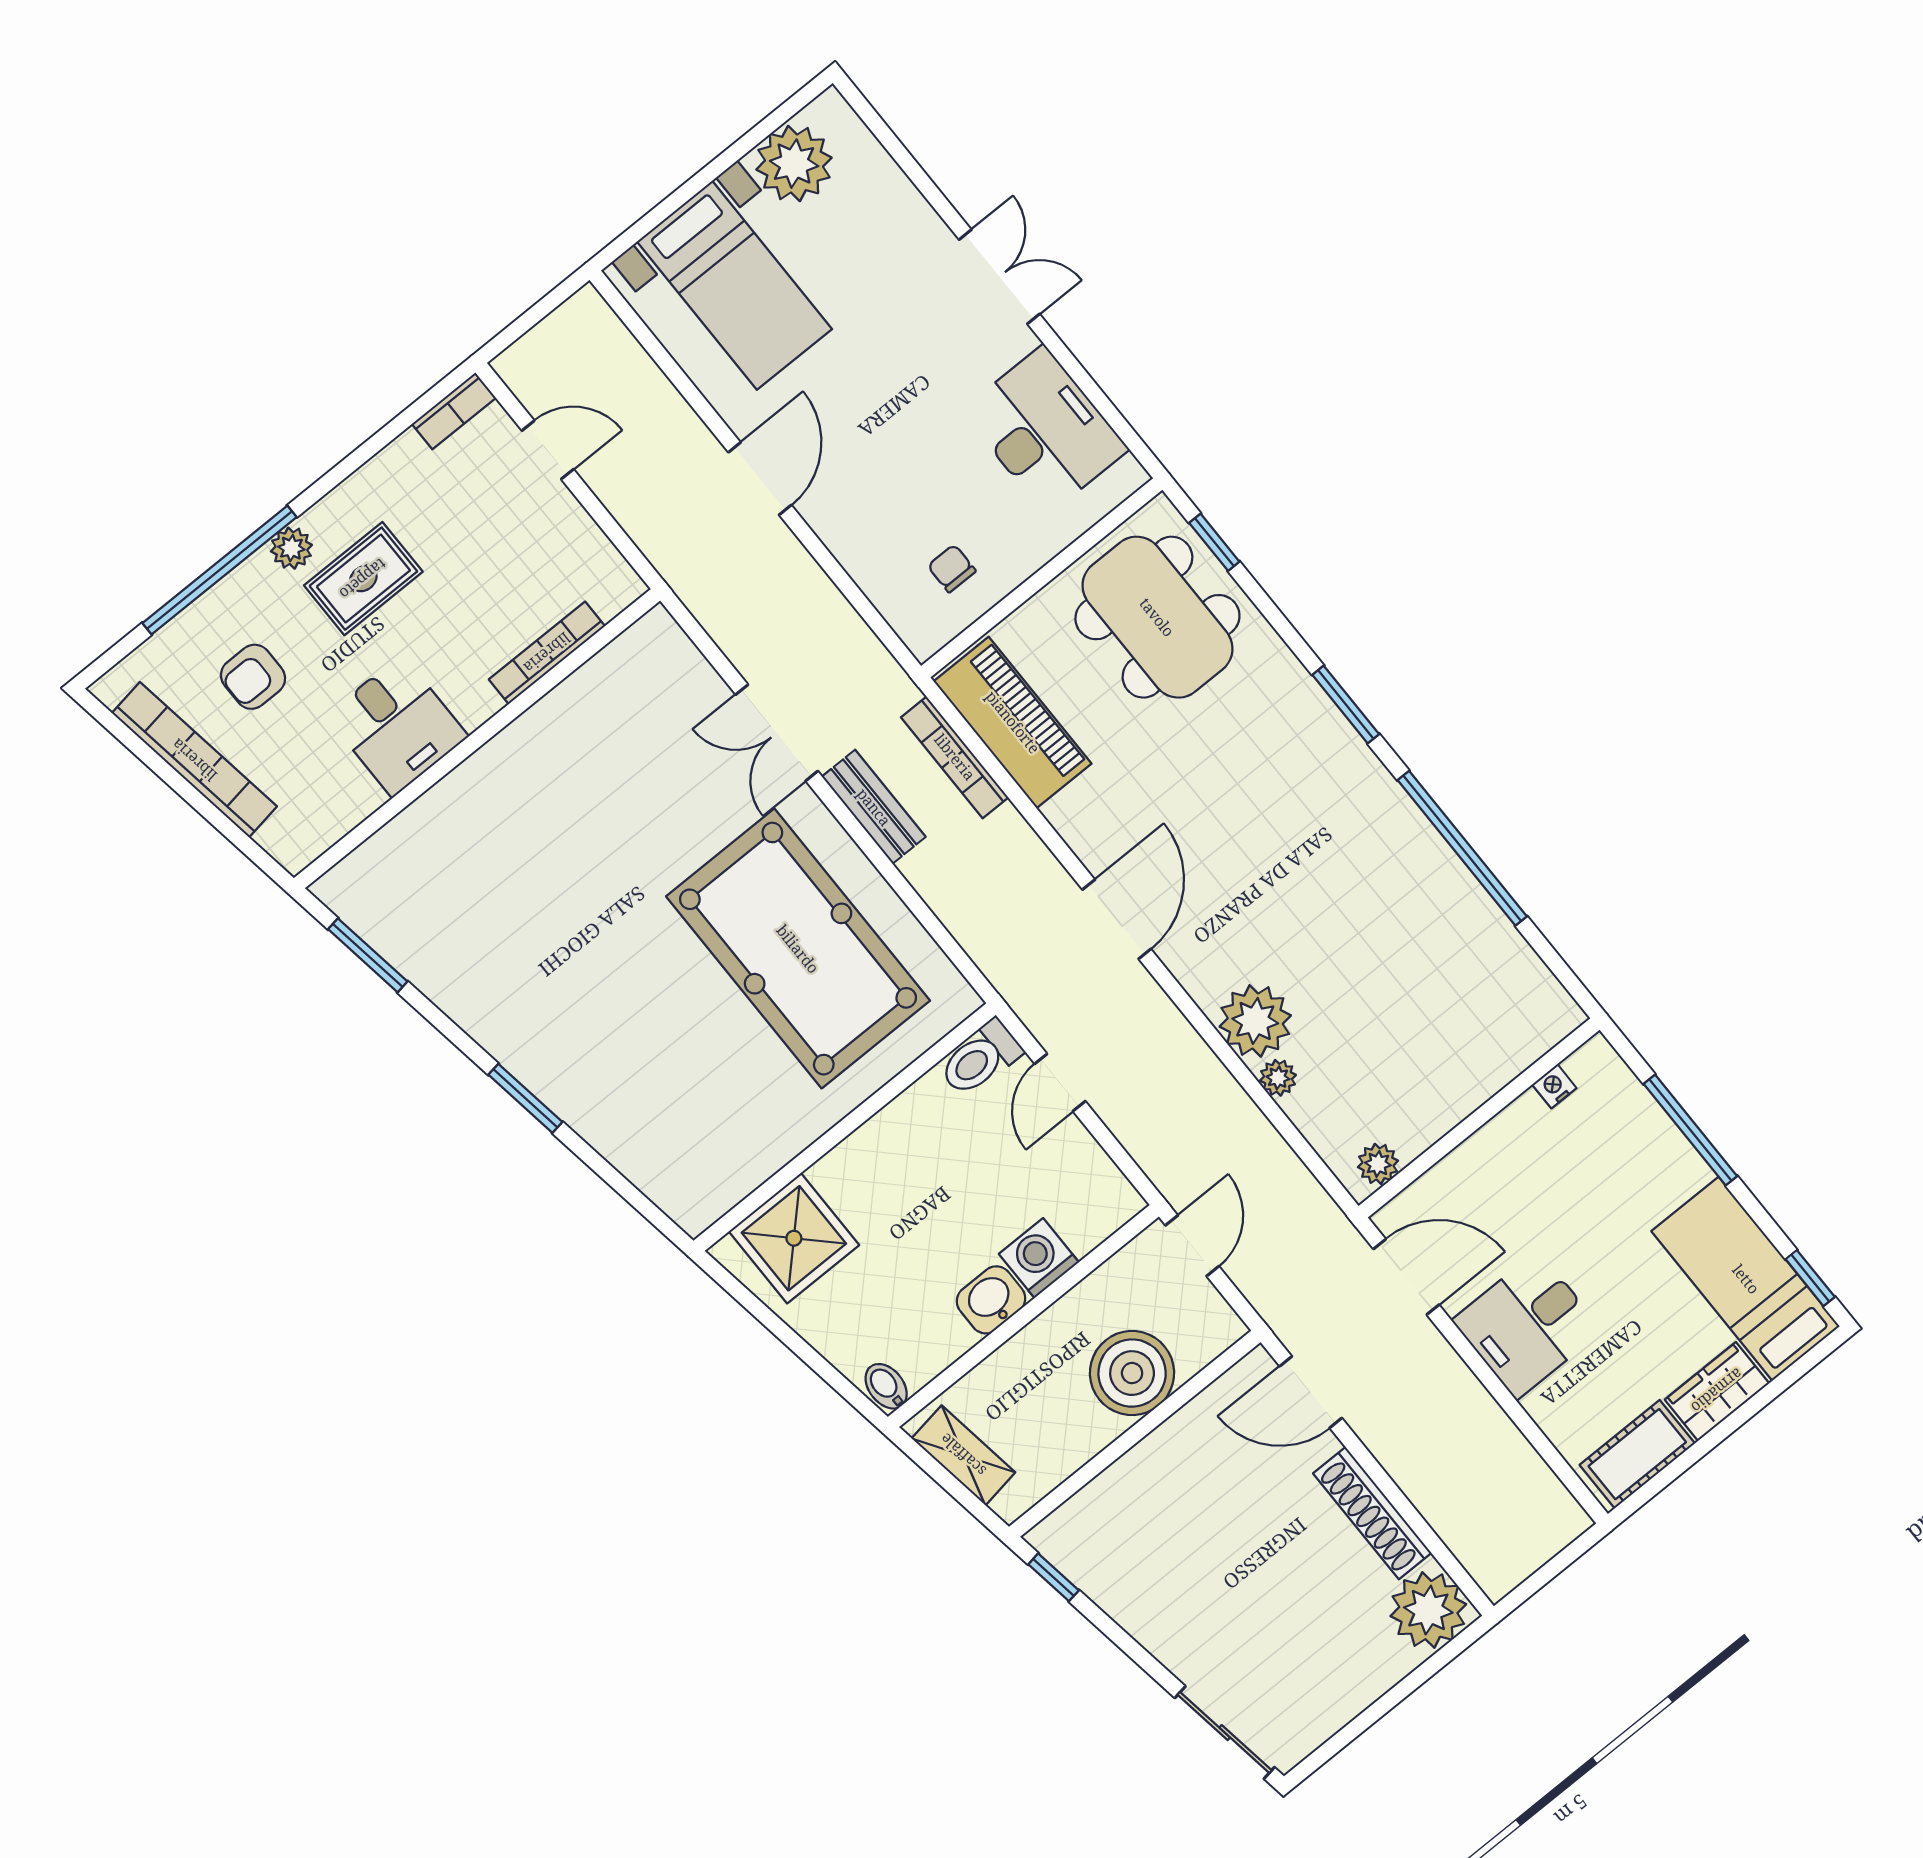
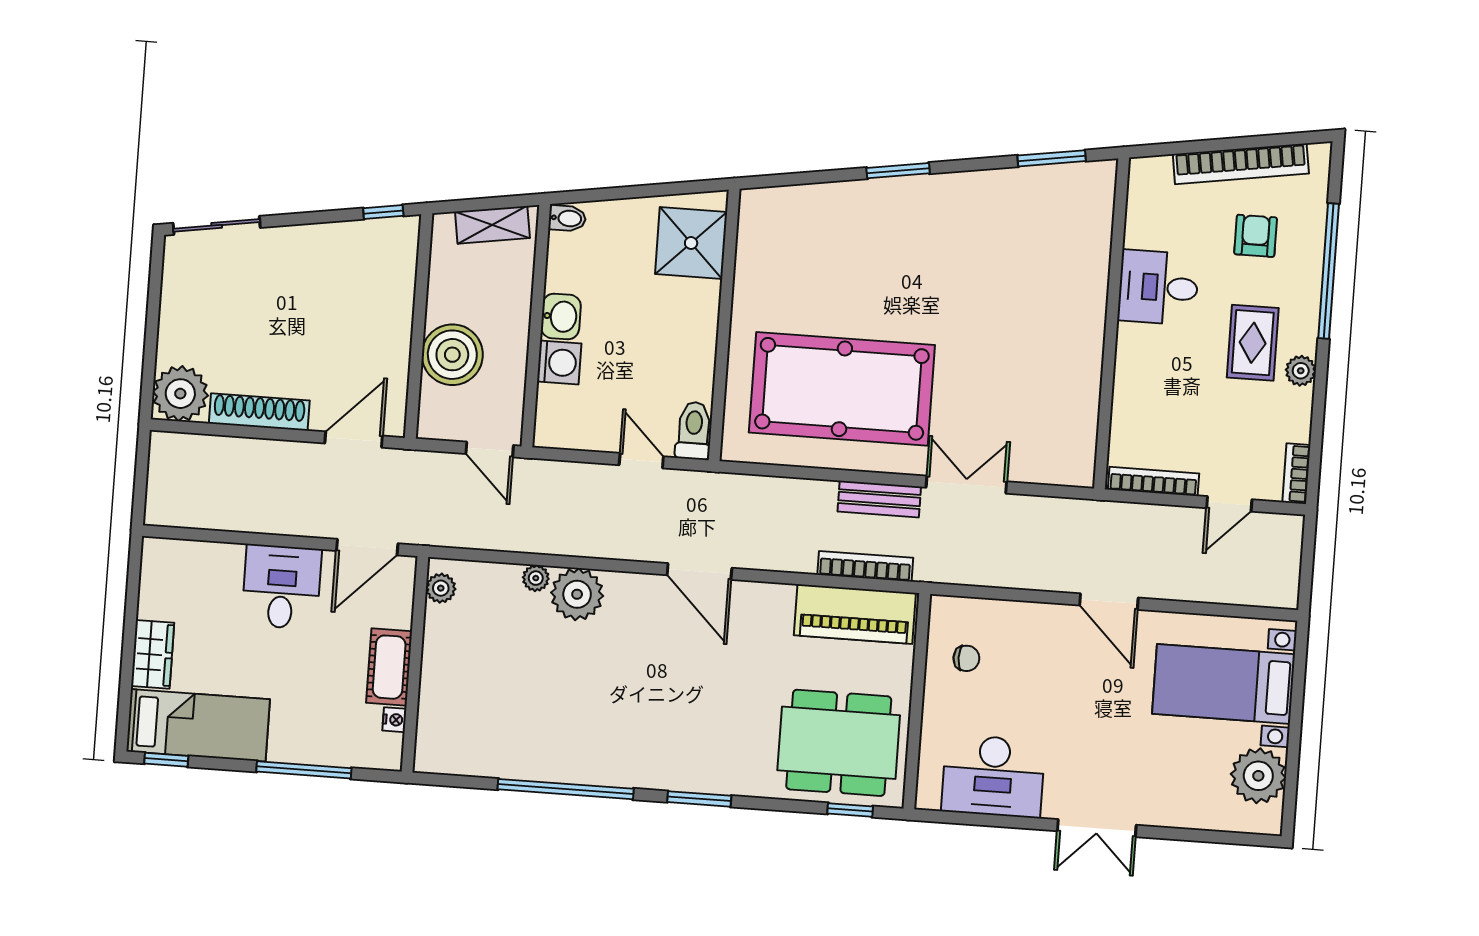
plant: (291, 548) -> (1301, 371), moved
bookcase: (547, 653) -> (1153, 481), moved, turned -90
cot: (1637, 1454) -> (389, 667), moved

